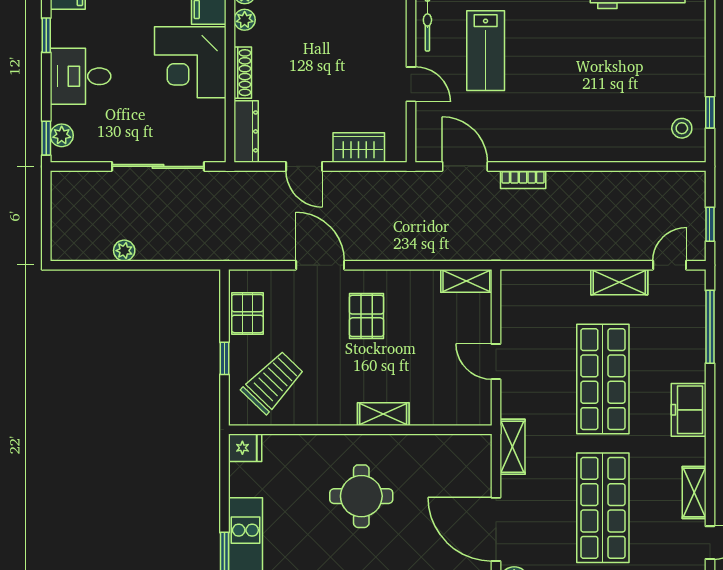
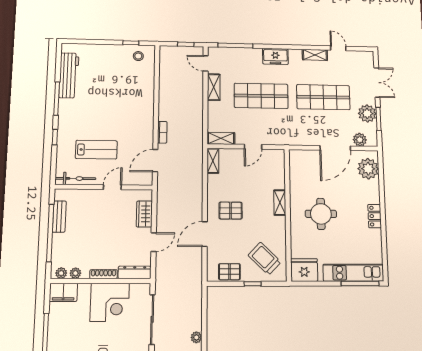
corner desk: (190, 62) -> (110, 302), moved
shelving: (512, 447) -> (221, 138), moved
fridge: (245, 448) -> (304, 270), width x1.88, depth x1.34

